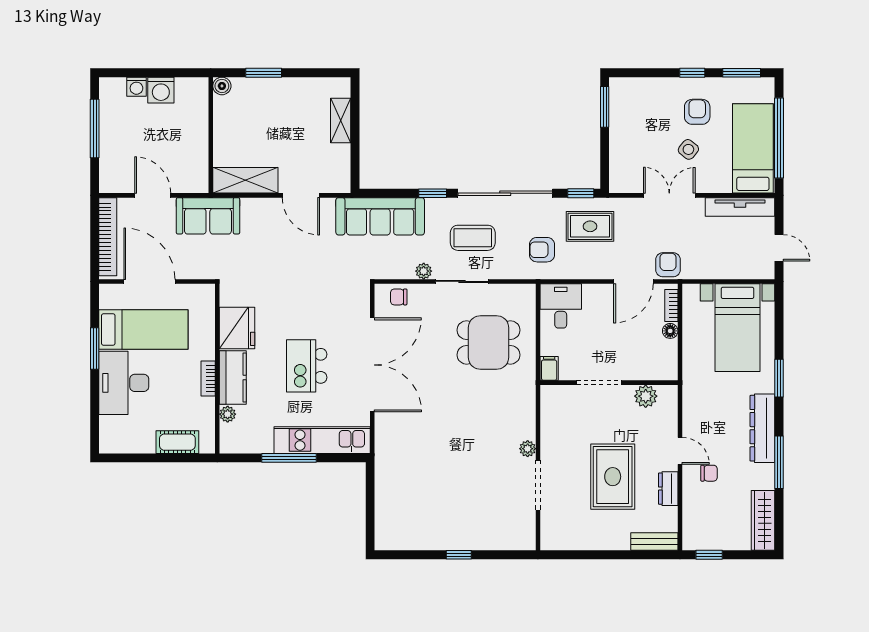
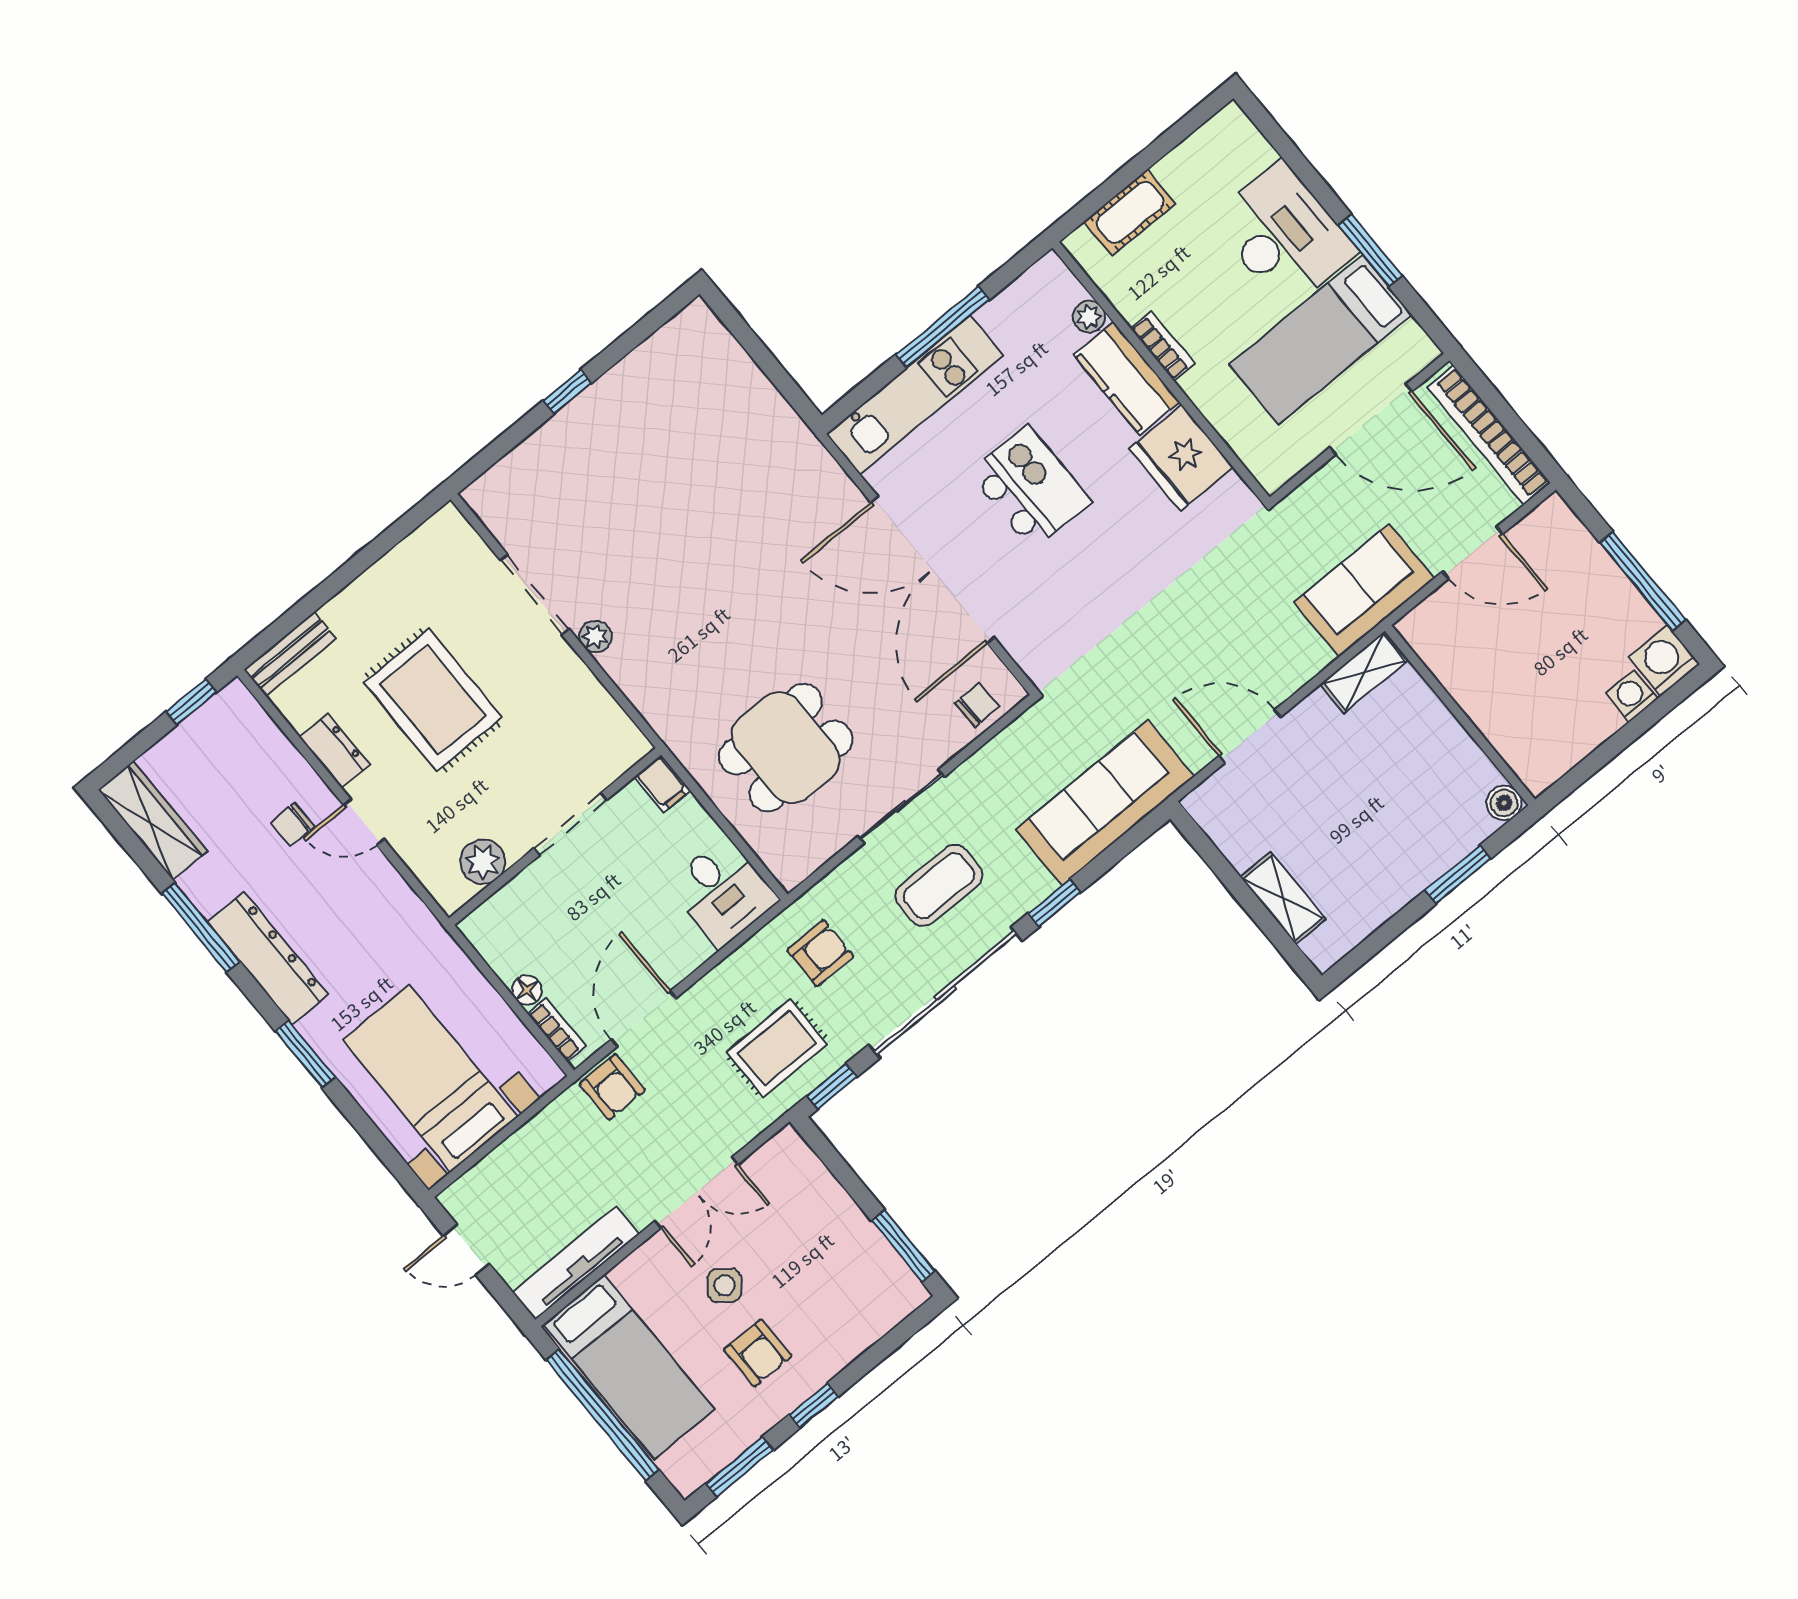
washing machine: (161, 90) -> (1664, 661), moved
shelving: (245, 180) -> (1364, 672), width x0.67, depth x0.75
plant: (424, 271) -> (972, 775), removed

